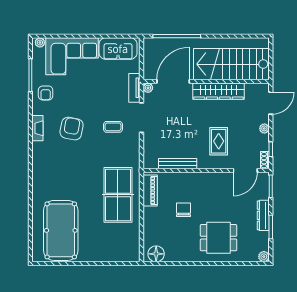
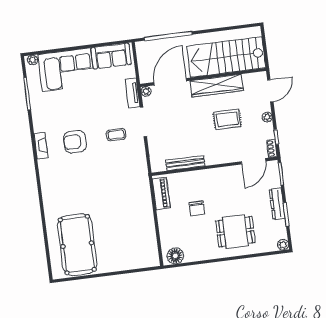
armchair: (46, 93) -> (45, 110), removed
armchair: (72, 129) -> (75, 142), turned -101
rug: (219, 141) -> (227, 119), moved, turned 90
table tennis table: (118, 195) -> (130, 202), removed
chair: (183, 210) -> (197, 208), turned 180

